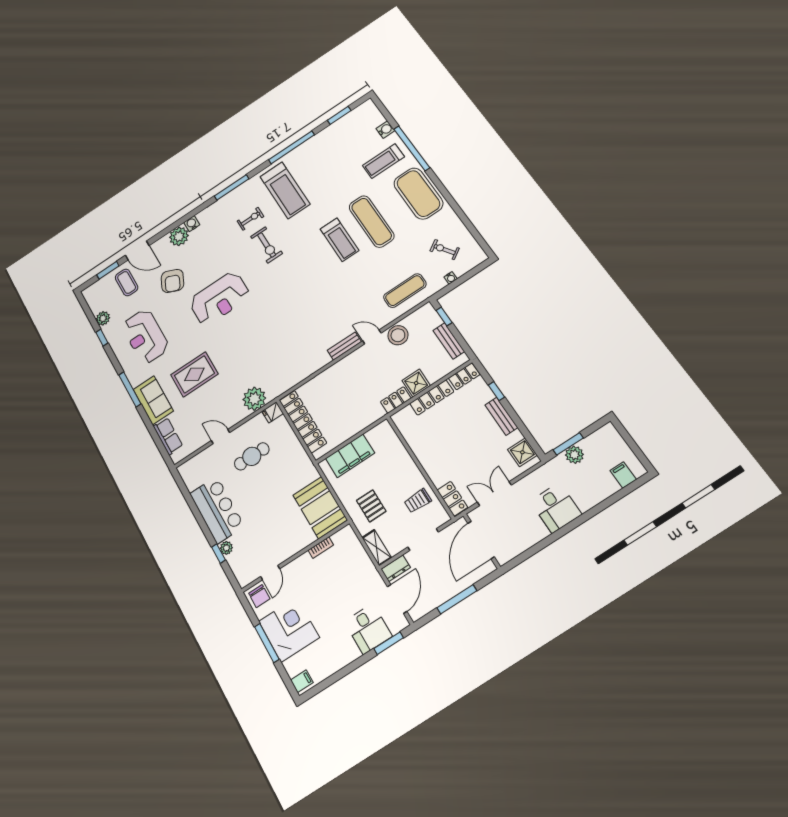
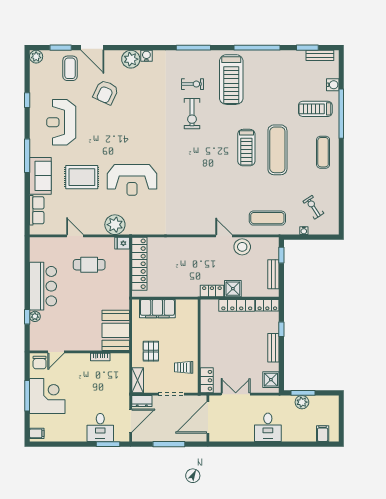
exercise mat: (418, 193) -> (323, 152), width x0.50, depth x0.69
reception desk: (219, 298) -> (132, 180), moved
plant: (103, 318) -> (36, 57), moved
bench: (344, 346) -> (320, 55), moved

